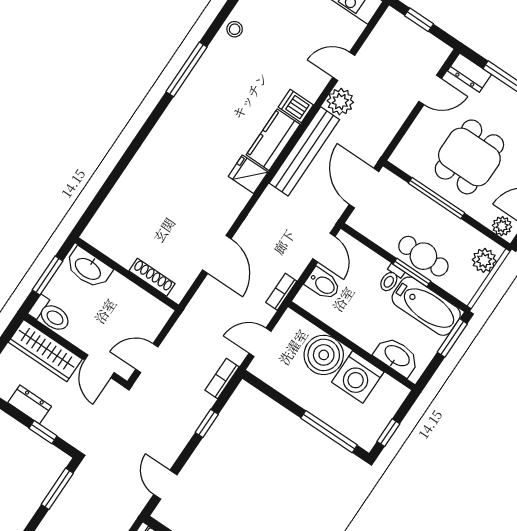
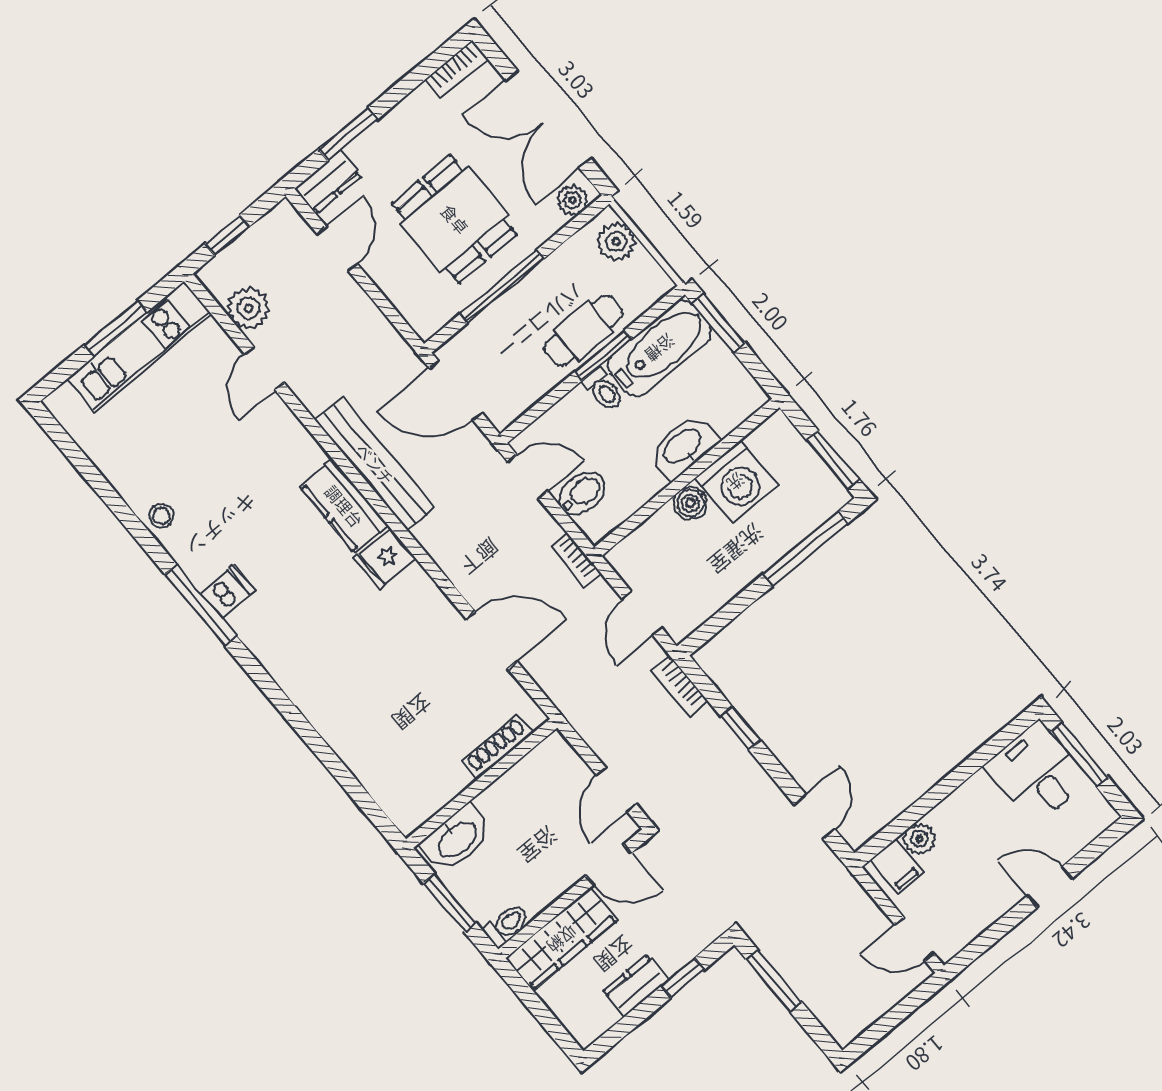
plant: (340, 102) -> (249, 308), moved
dishwasher: (296, 106) -> (228, 592), moved, turned 180
toilet: (50, 315) -> (507, 925), width x0.73, depth x0.72
boiler: (324, 355) -> (690, 503), width x0.54, depth x0.54
washbasin: (397, 356) -> (683, 447), moved
window: (388, 433) -> (833, 460), width x1.50
door: (165, 485) -> (815, 817), swing flipped

